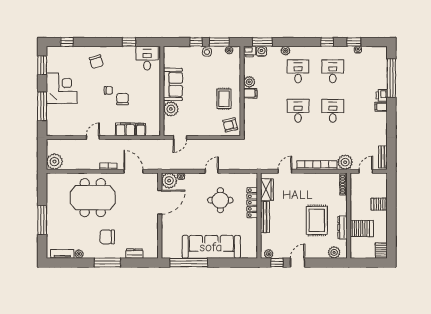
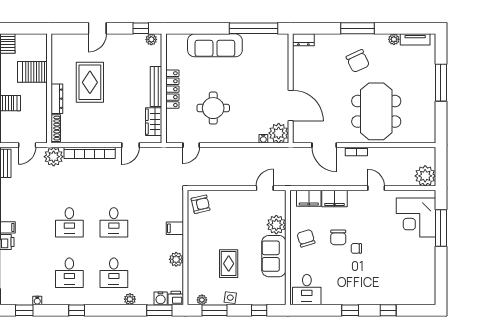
window: (67, 42) -> (388, 310), moved
window: (129, 42) -> (350, 310), moved
window: (196, 42) -> (259, 310), moved
window: (354, 42) -> (24, 310), moved
chair: (96, 62) -> (306, 238), moved
window: (42, 65) -> (441, 280), removed
corner desk: (62, 88) -> (416, 217), moved
filing cabinet: (250, 93) -> (175, 228), moved
rug: (224, 99) -> (229, 264), moved
filing cabinet: (141, 130) -> (309, 198), width x2.00
door: (93, 137) -> (376, 188), swing flipped
plant: (54, 162) -> (425, 176), moved
door: (212, 171) -> (191, 145), moved
meeting table: (93, 198) -> (376, 111), turned 90
door: (160, 202) -> (291, 105), swing flipped
locker: (252, 203) -> (172, 89), moved
dresser: (343, 227) -> (57, 99), moved
chair: (107, 237) -> (358, 61), turned 65
sofa: (211, 247) -> (215, 45), width x0.74, depth x0.79
plant: (334, 252) -> (68, 41), removed
dresser: (134, 254) -> (303, 40), moved
door: (298, 263) -> (97, 28), moved

